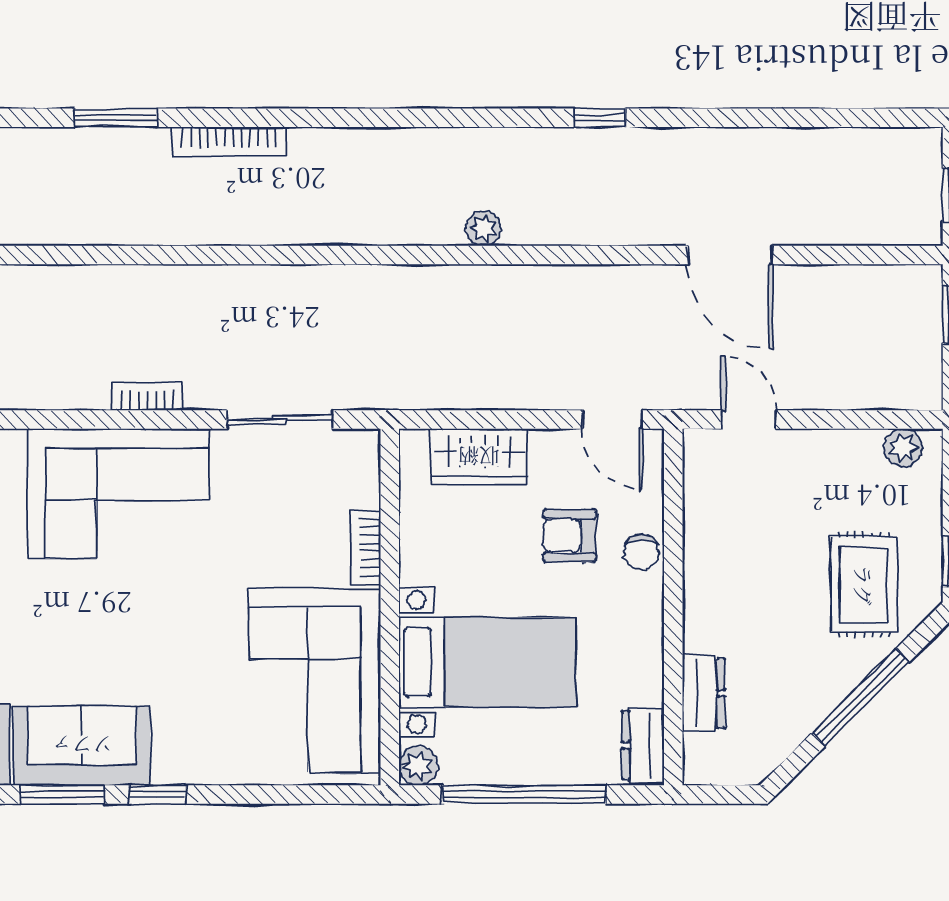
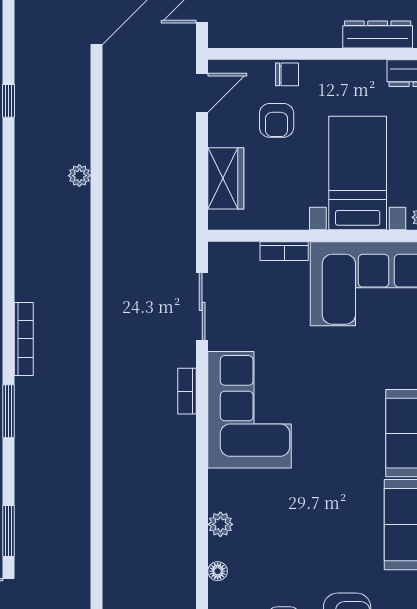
dresser: (704, 693) -> (378, 34), width x1.44

